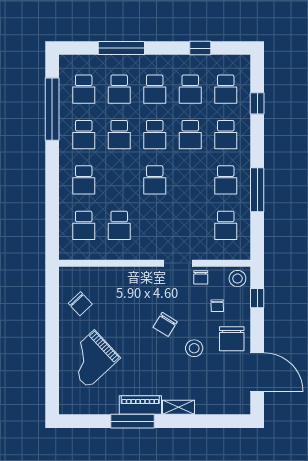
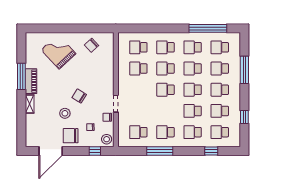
school desk: (119, 180) -> (166, 69), added

